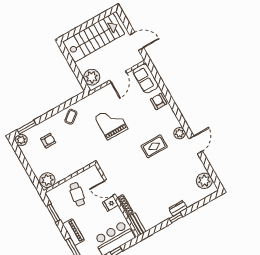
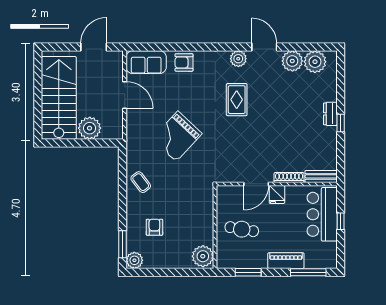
plant: (92, 77) -> (90, 128), moved
grand piano: (111, 123) -> (177, 136), turned -47
plant: (197, 167) -> (292, 61), added

